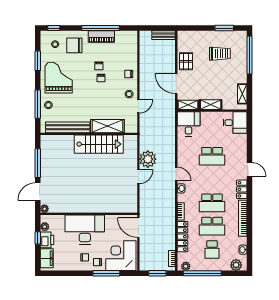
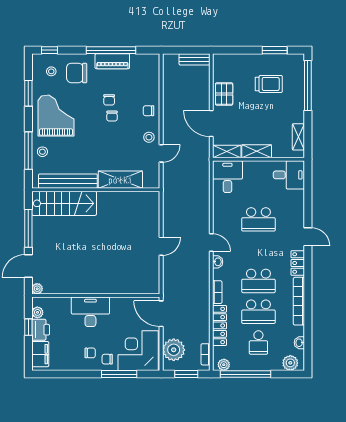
stairs: (99, 144) -> (64, 203), moved
plant: (148, 159) -> (174, 350), moved
desk: (85, 230) -> (90, 312), width x0.73, depth x0.77

